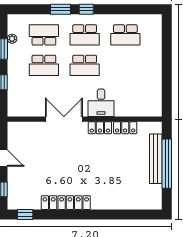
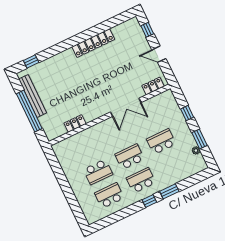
school desk: (44, 35) -> (98, 172), moved
desk: (101, 103) -> (103, 134), removed
locker: (100, 128) -> (153, 86), moved
bench: (156, 159) -> (33, 96), moved
window: (25, 215) -> (31, 62), moved

